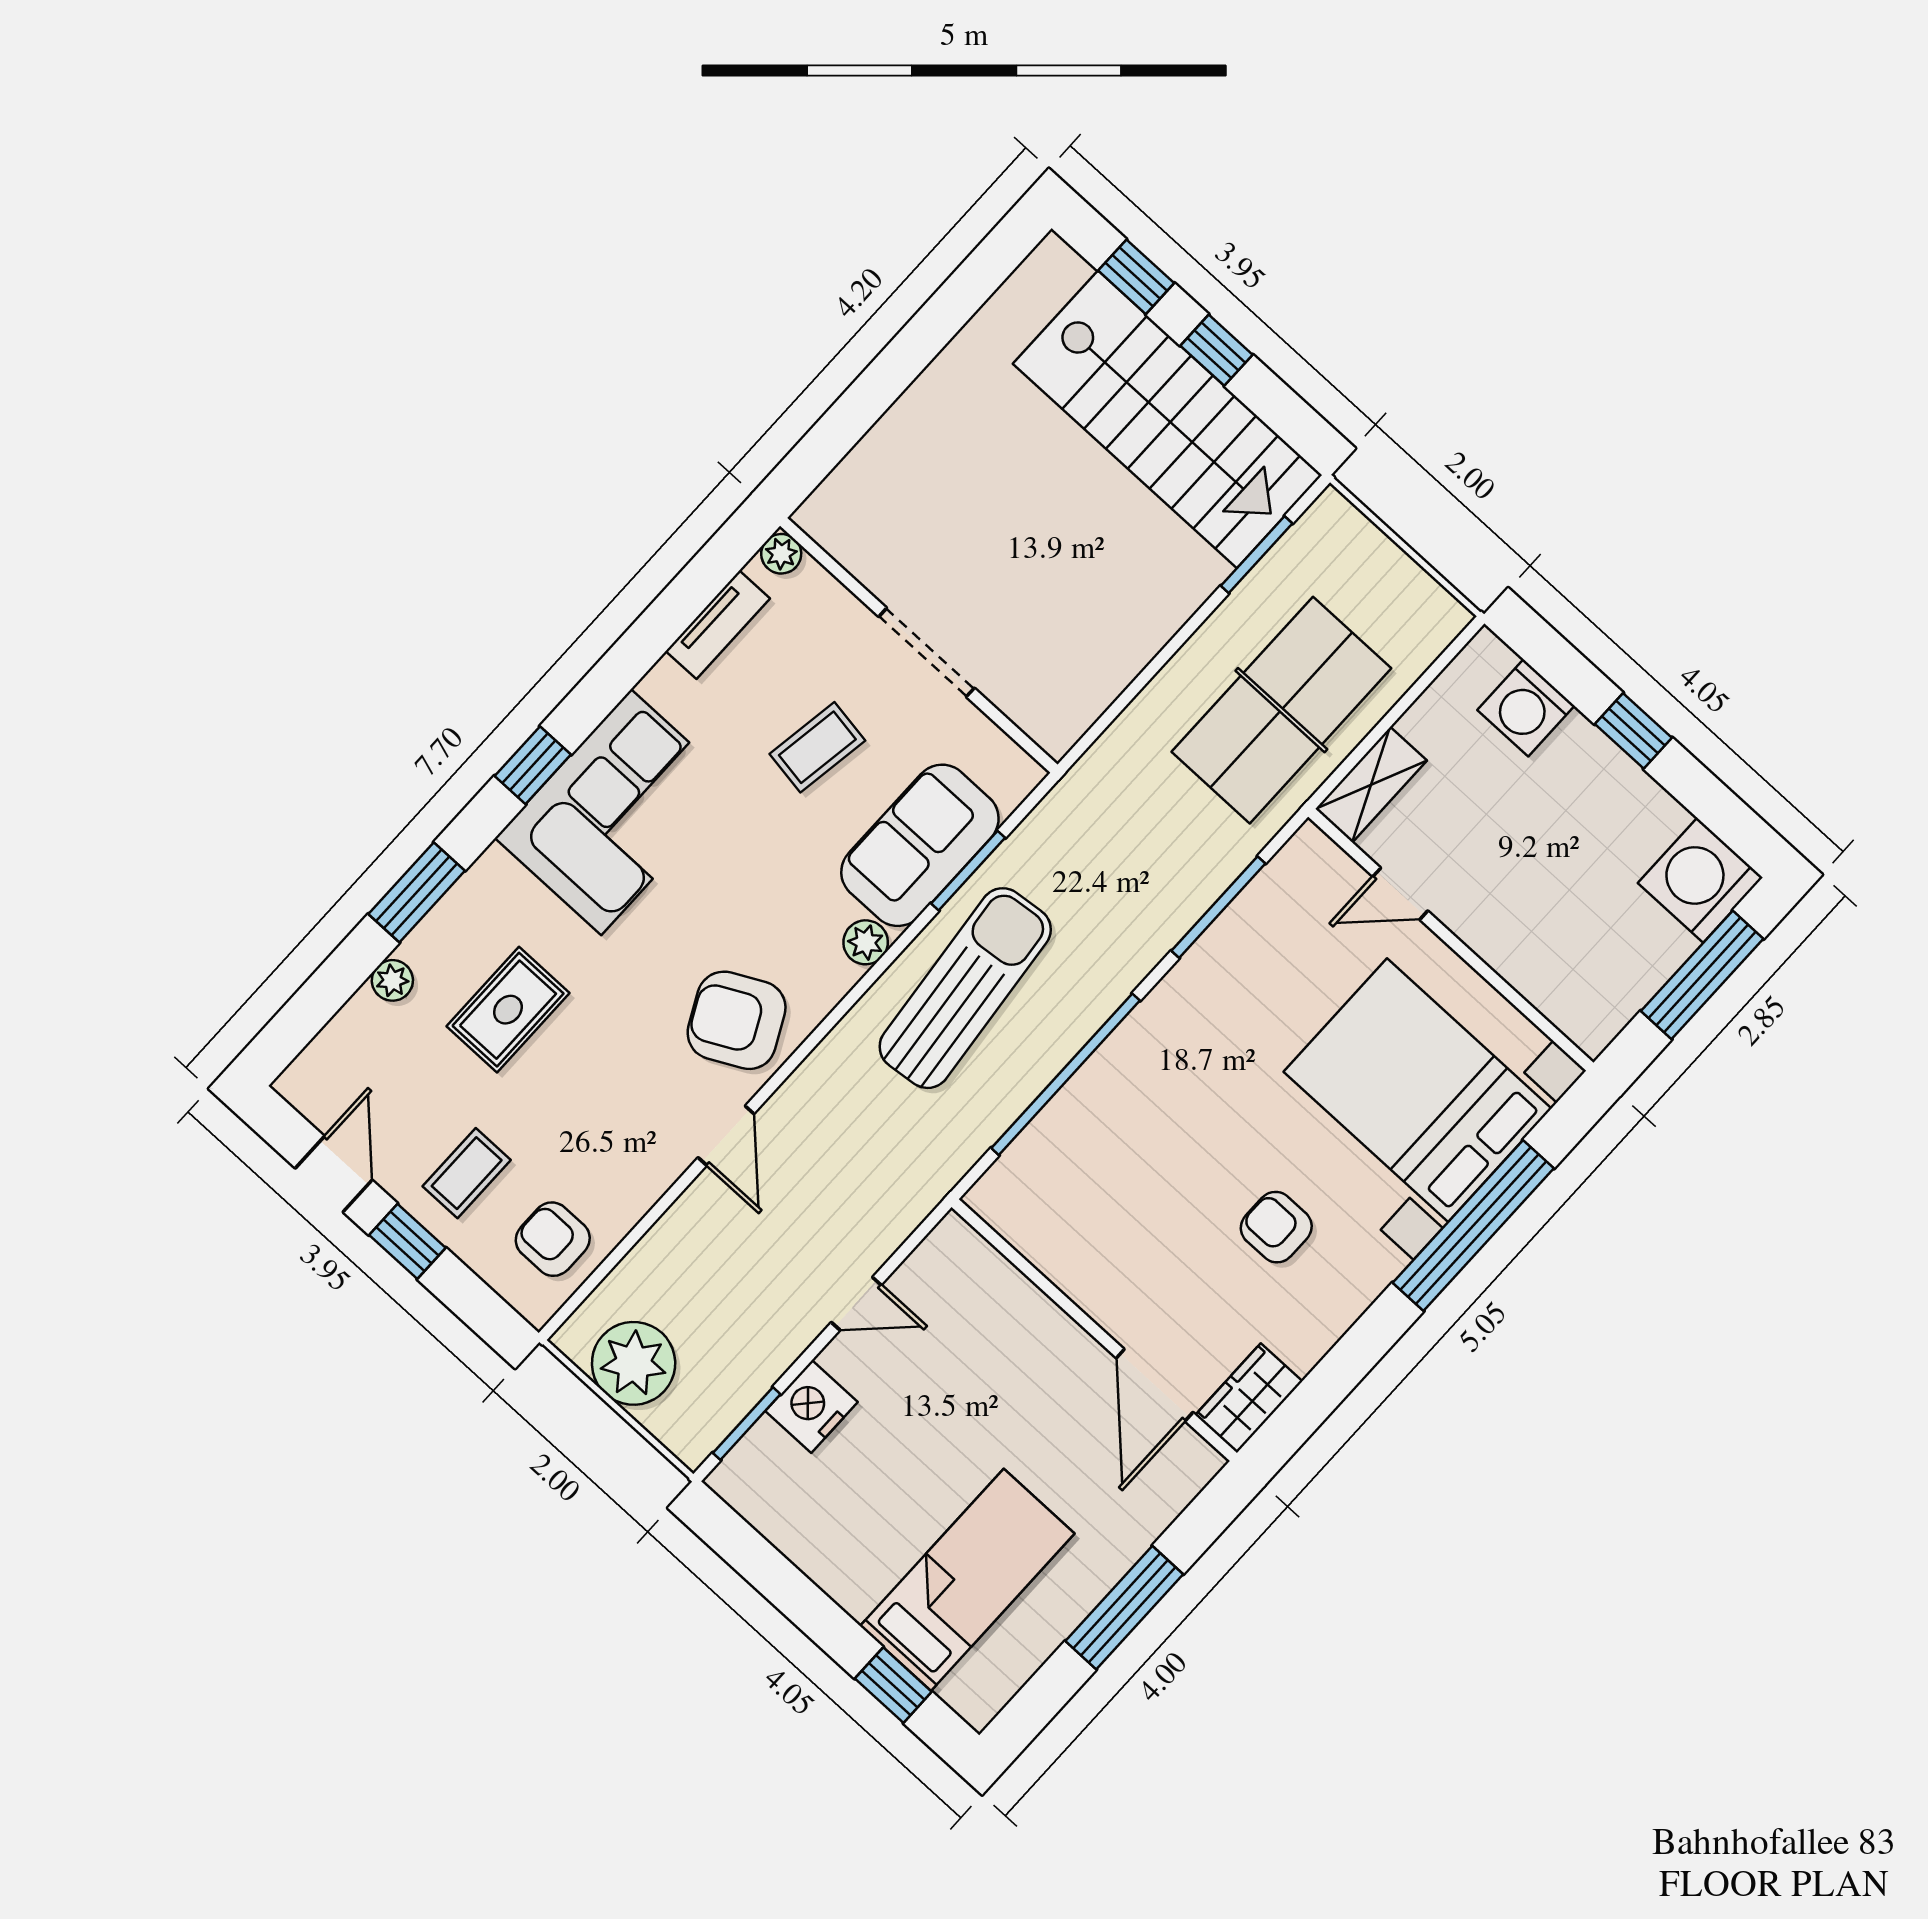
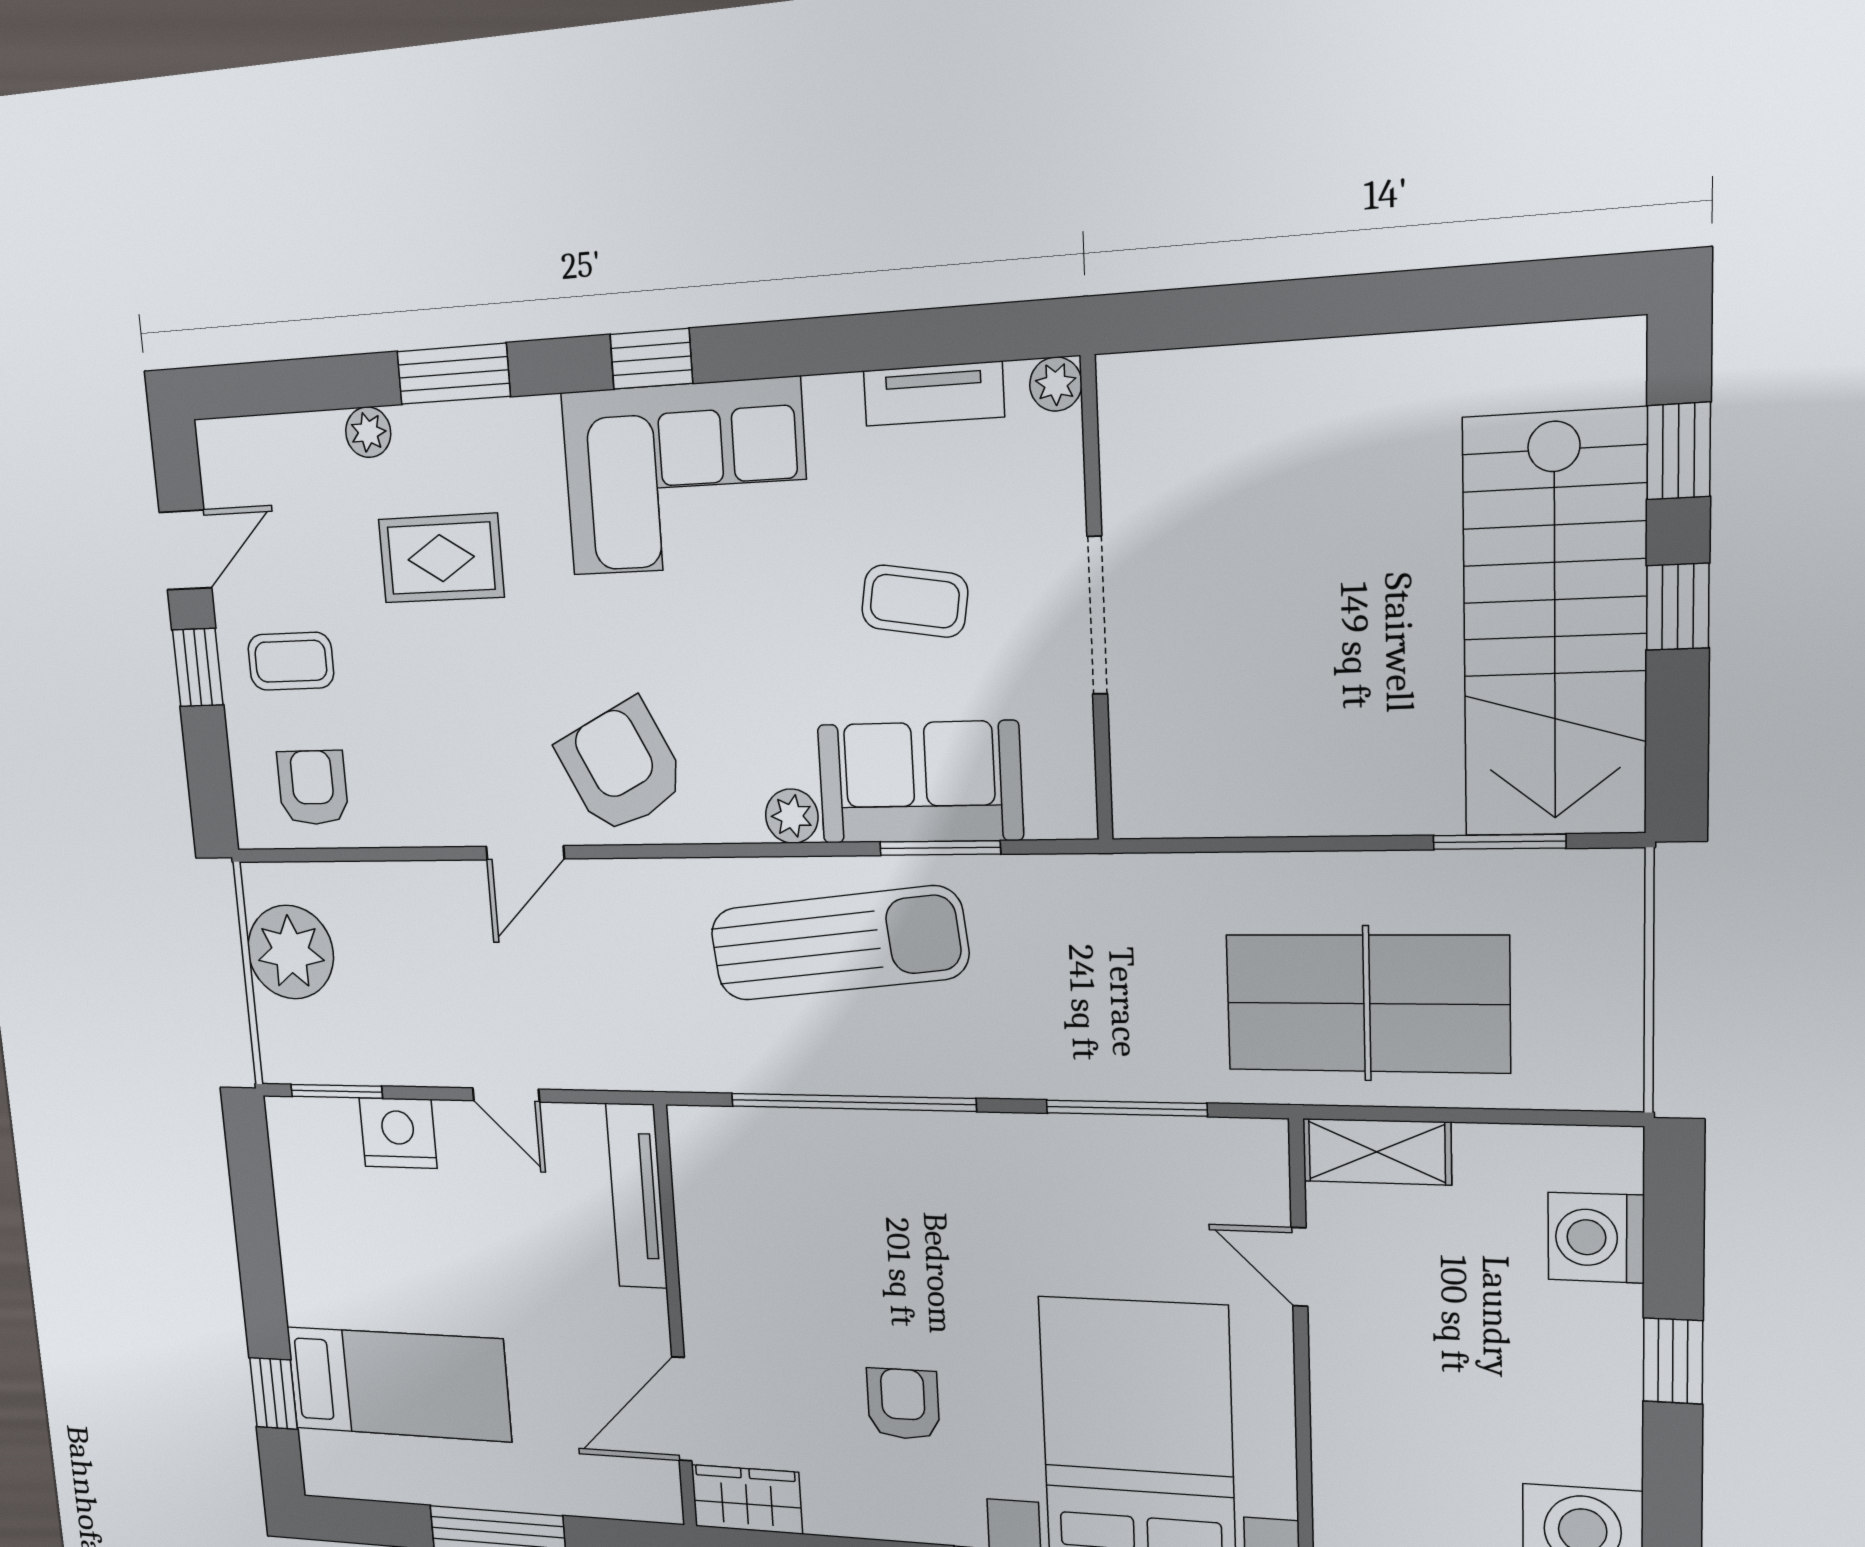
tv unit: (997, 1278) -> (637, 1196), added

